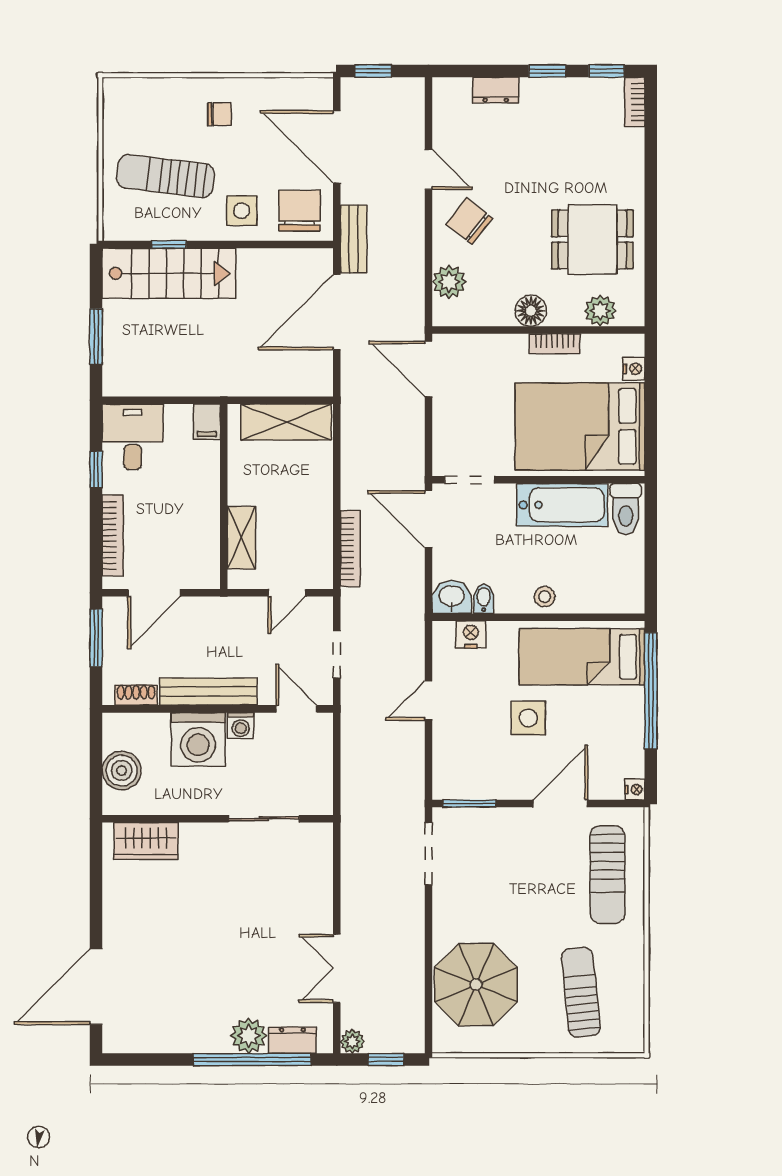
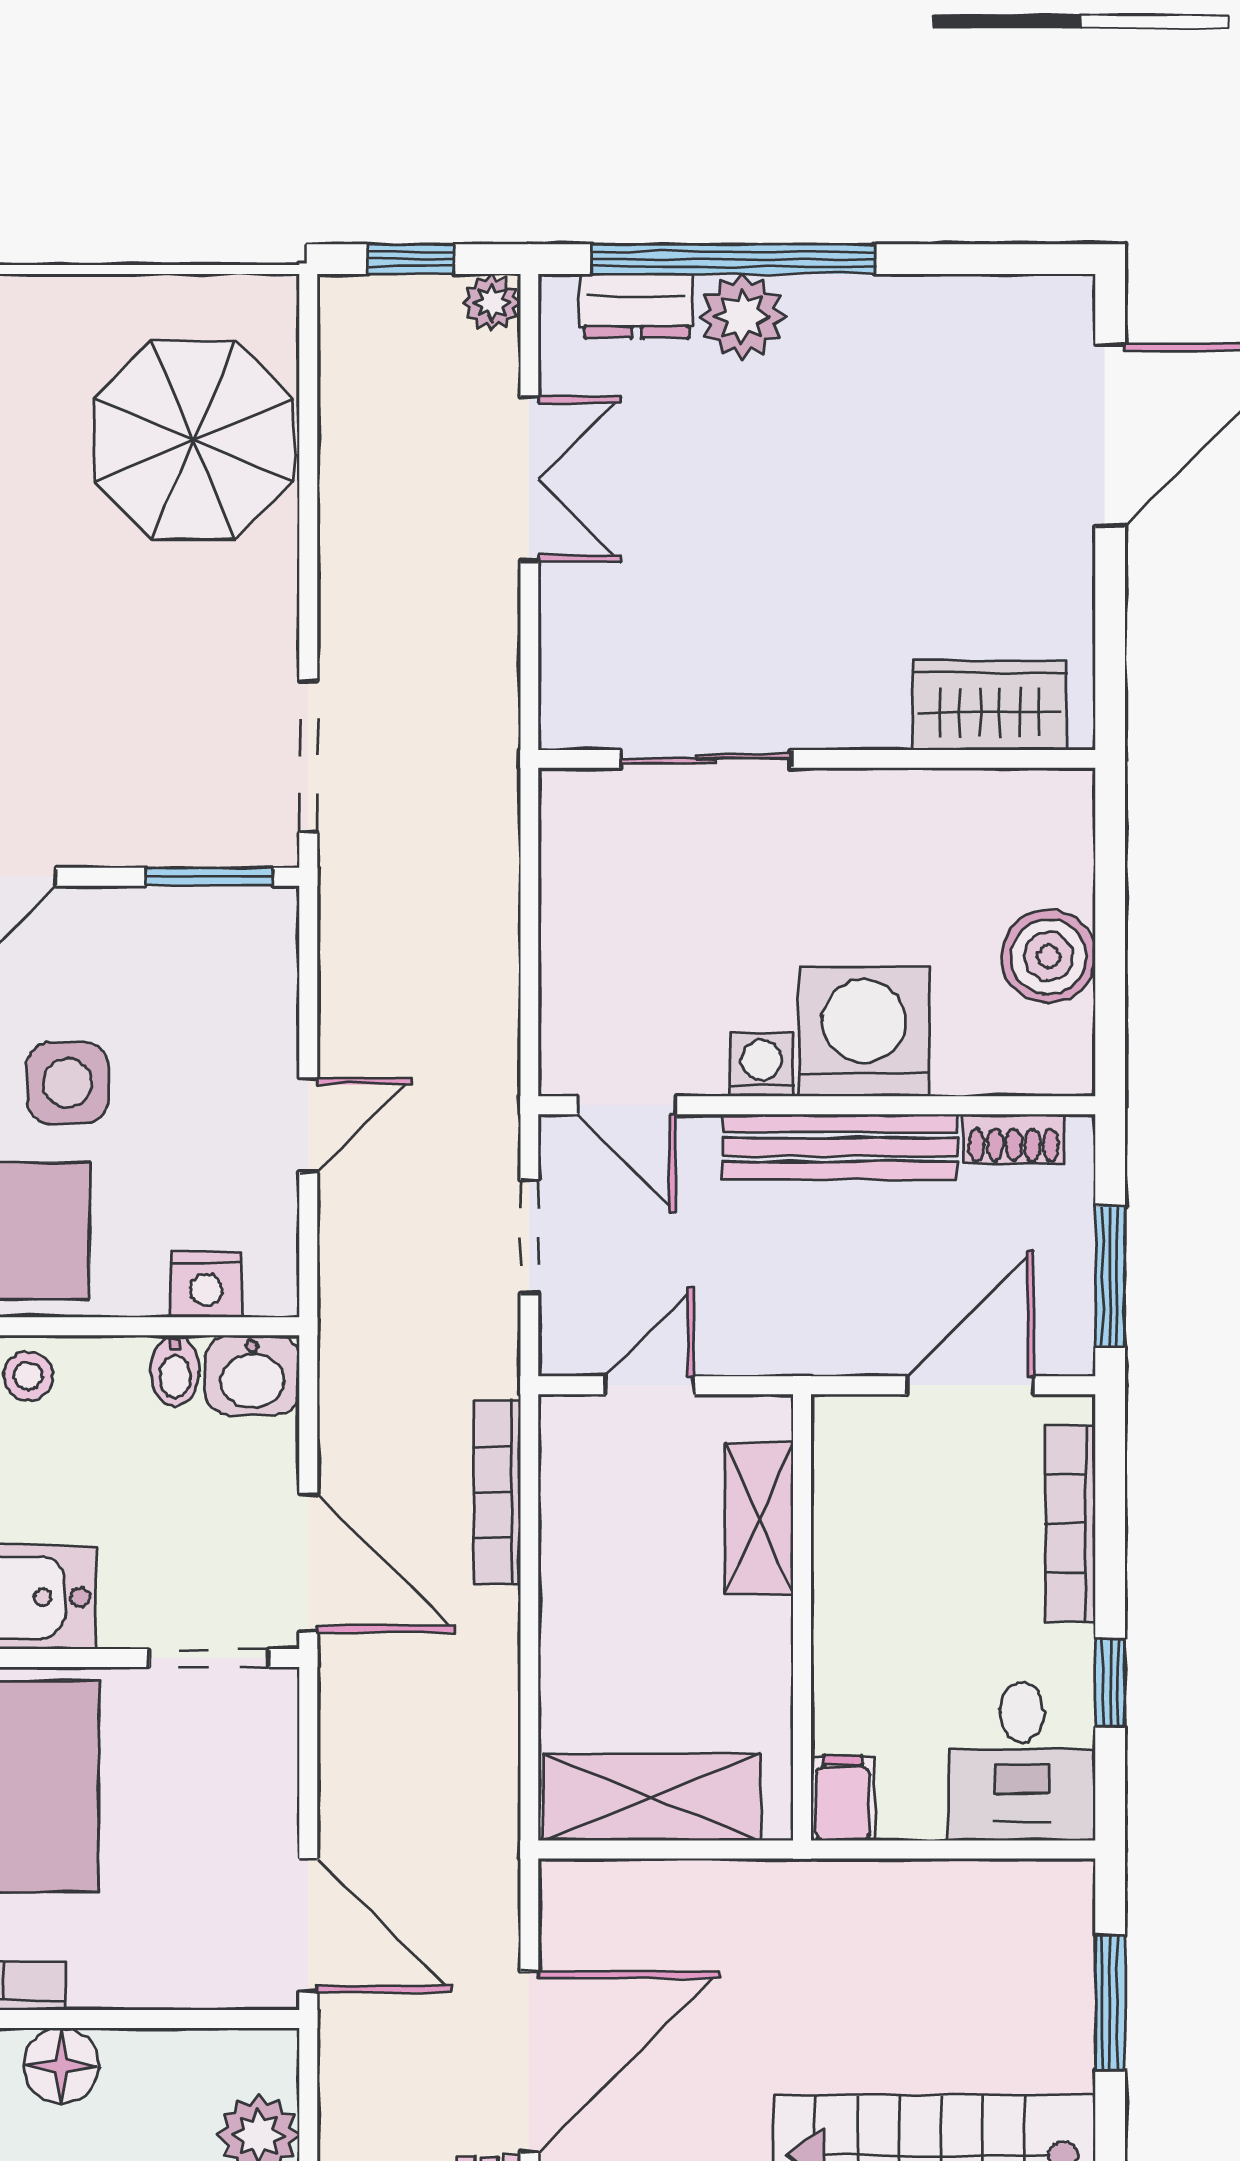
wall: (218, 819) -> (817, 759), moved
sliding door: (264, 819) -> (706, 759), moved
wardrobe: (146, 841) -> (990, 705), moved

